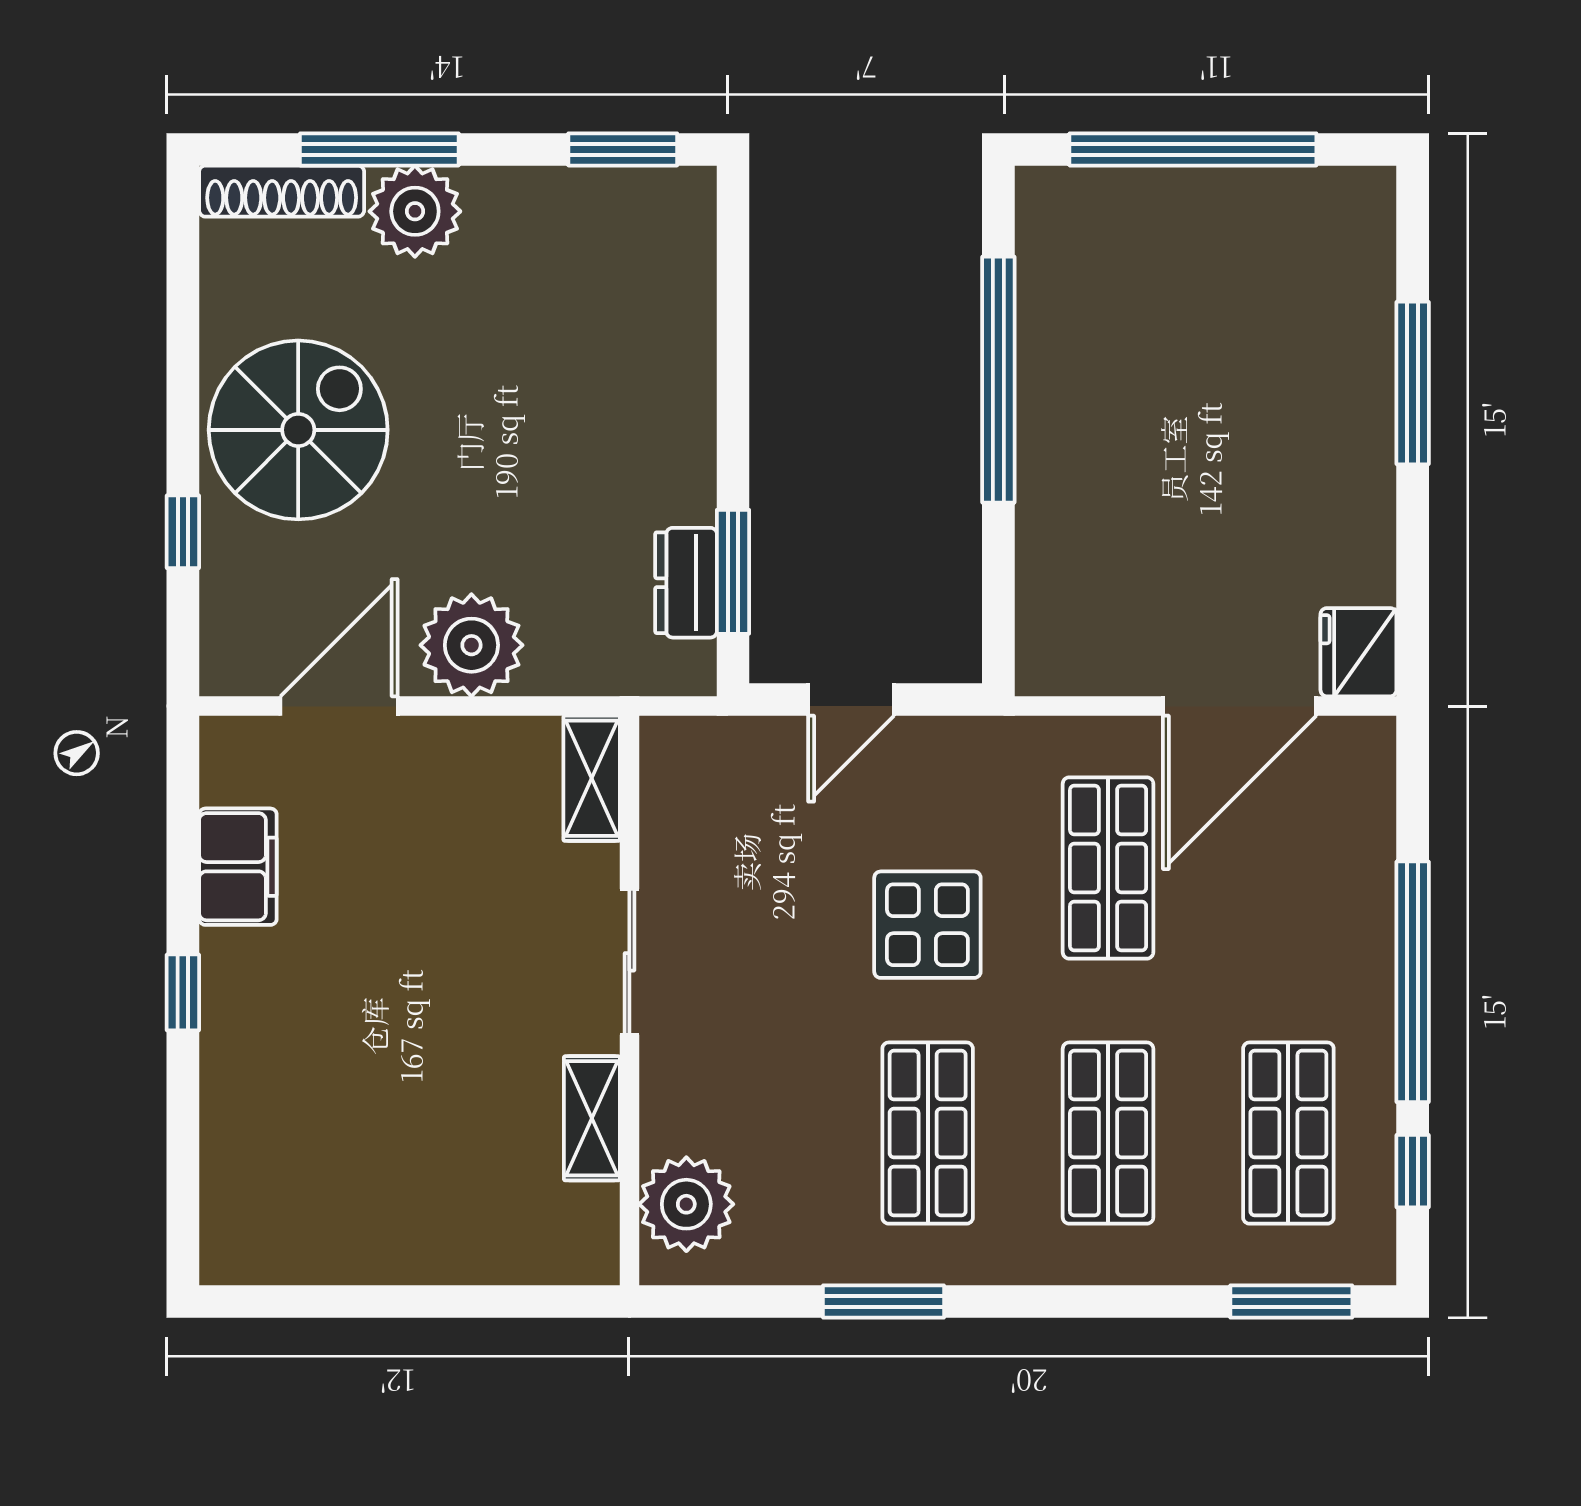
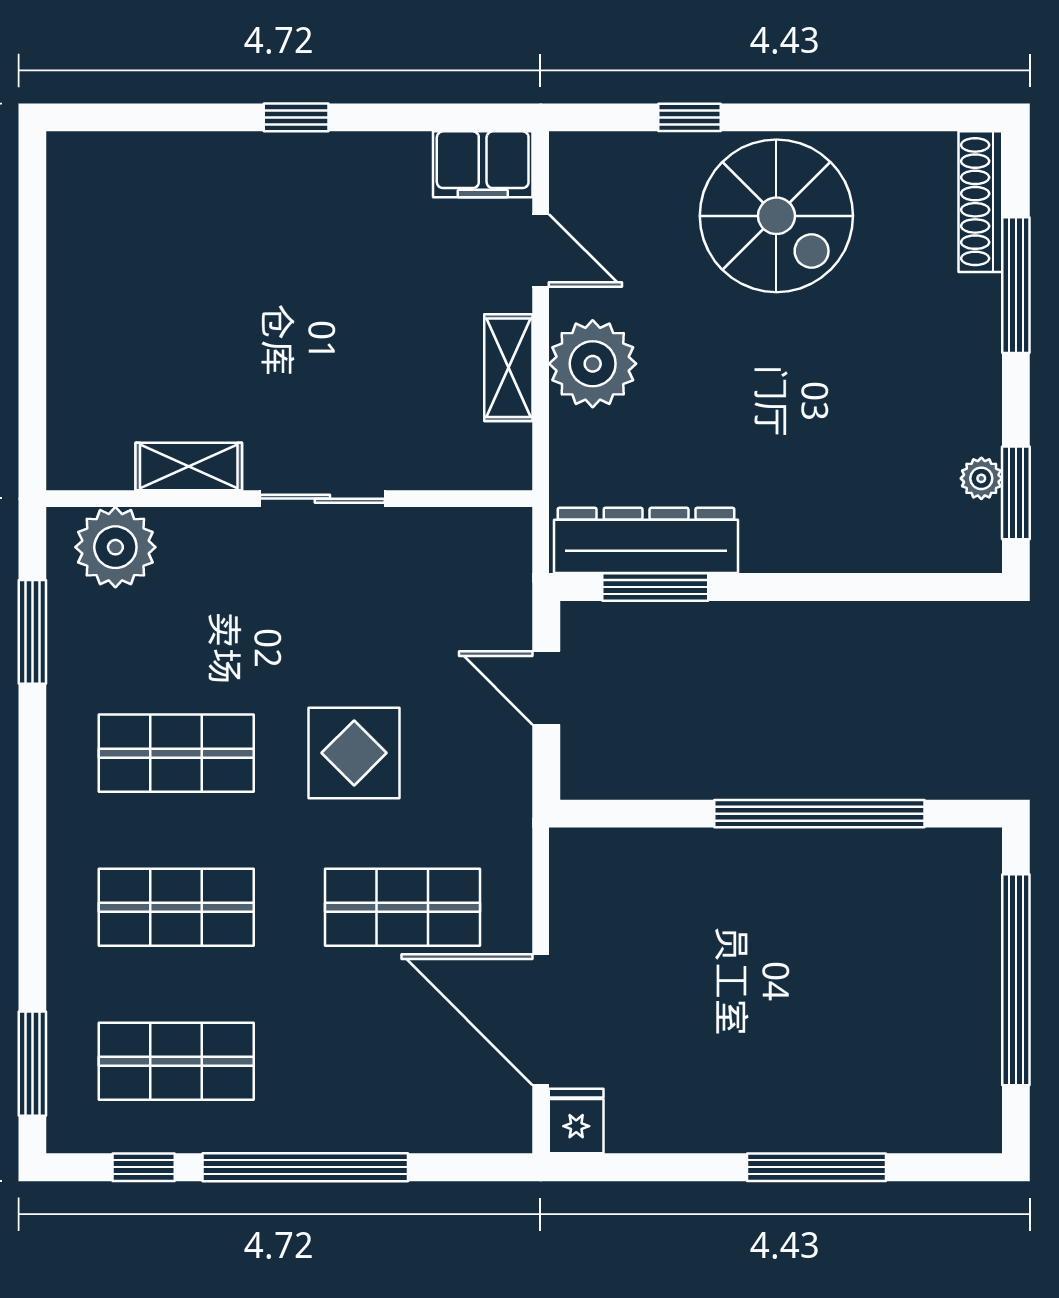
plant: (415, 211) -> (981, 478), moved, width x0.53, depth x0.53
dresser: (686, 583) -> (646, 540), width x1.96, depth x1.24
fridge: (1358, 652) -> (576, 1121), width x0.72
door: (339, 706) -> (541, 251), width x0.73
shelving: (592, 778) -> (508, 368), moved, turned 90
filing cabinet: (238, 867) -> (483, 164), moved
window: (884, 1301) -> (32, 632), moved

